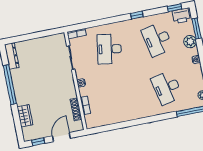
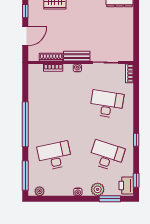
desk: (157, 39) -> (107, 156), turned 30
bench: (70, 86) -> (77, 56), added
window: (143, 121) -> (25, 124), added
door: (61, 137) -> (25, 36), hinge flipped

